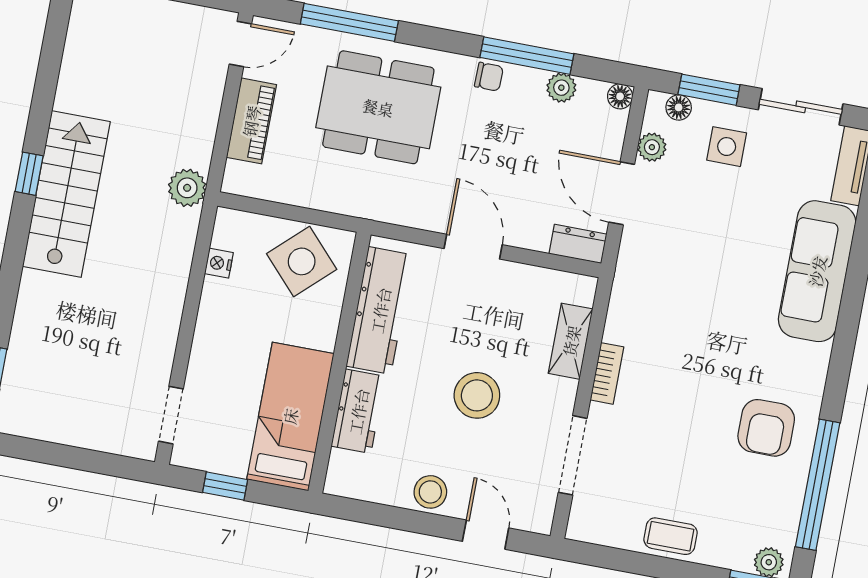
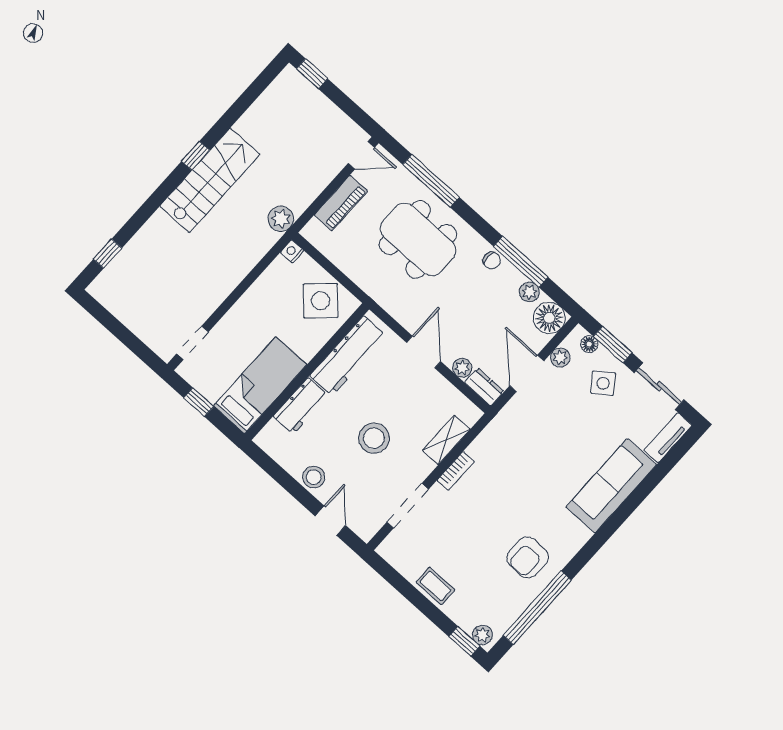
floor lamp: (620, 96) -> (549, 318), width x1.89, depth x1.89
side table: (727, 147) -> (603, 383), turned -36
plant: (535, 237) -> (462, 368), added
nightstand: (219, 263) -> (292, 251), moved

